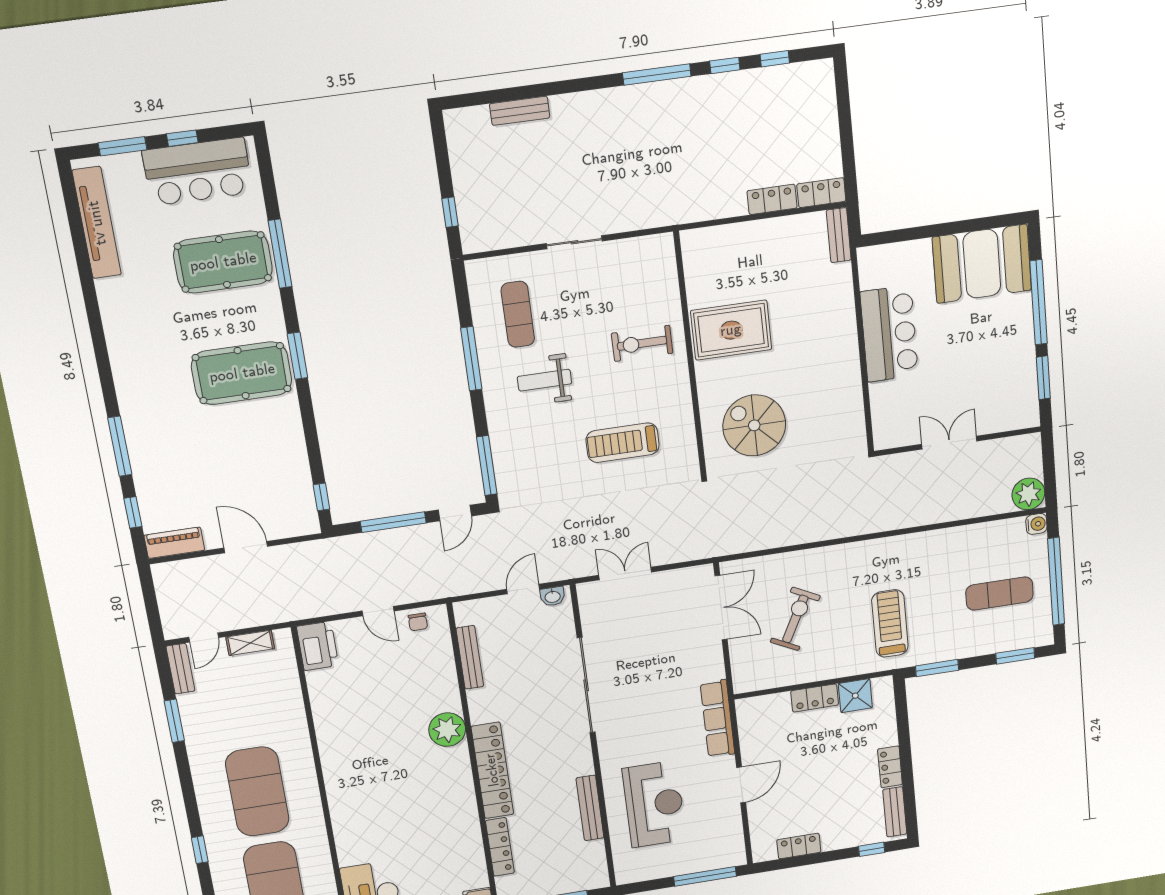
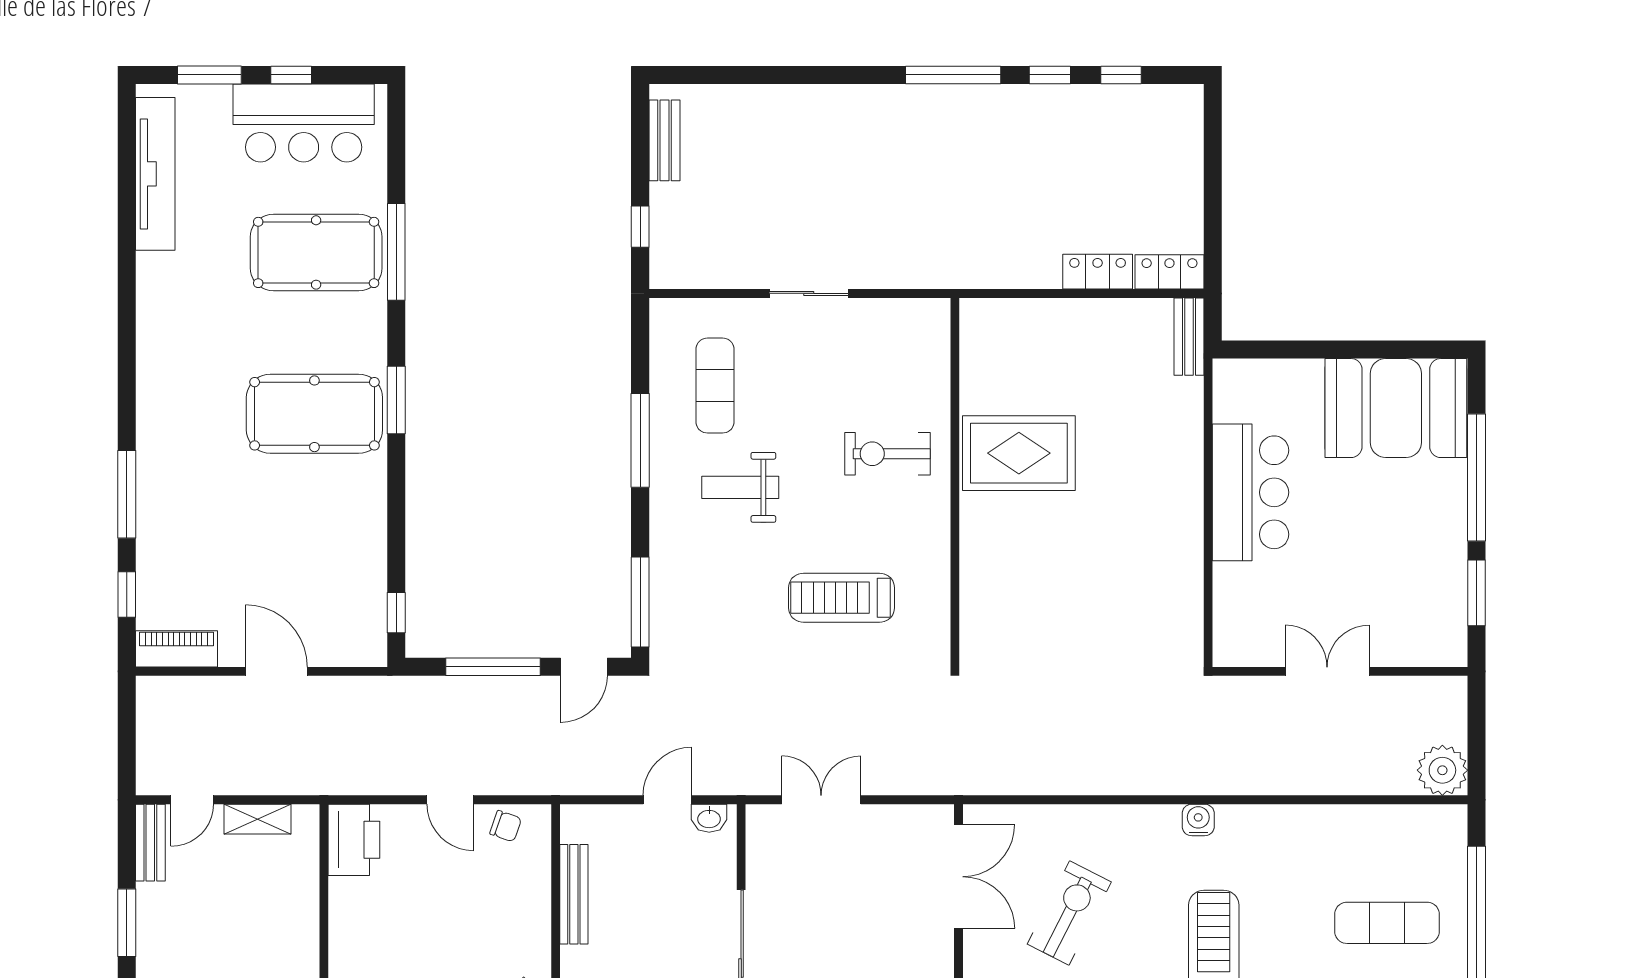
bench: (520, 111) -> (665, 140), moved, turned 90
spiral stairs: (754, 425) -> (1038, 601), removed
water cooler: (1036, 524) -> (1198, 820), moved, turned -90
chair: (418, 622) -> (506, 826), turned -71

